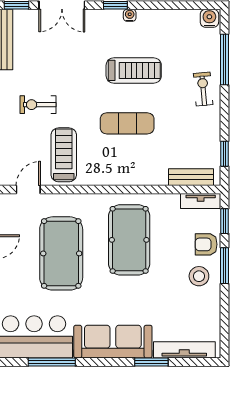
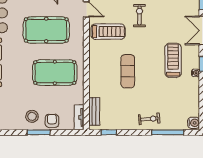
treadmill: (134, 70) -> (173, 60), moved, turned 180
window: (225, 221) -> (66, 132), removed

